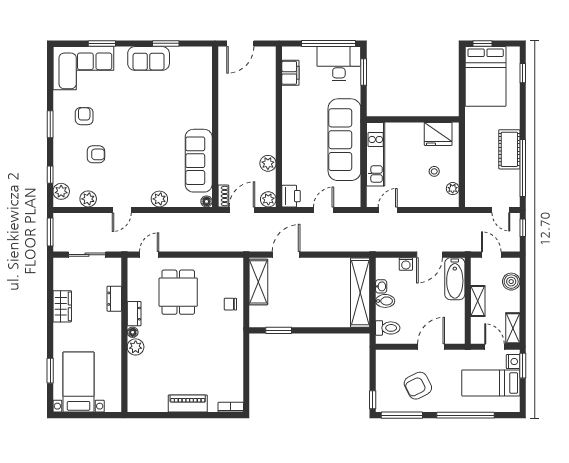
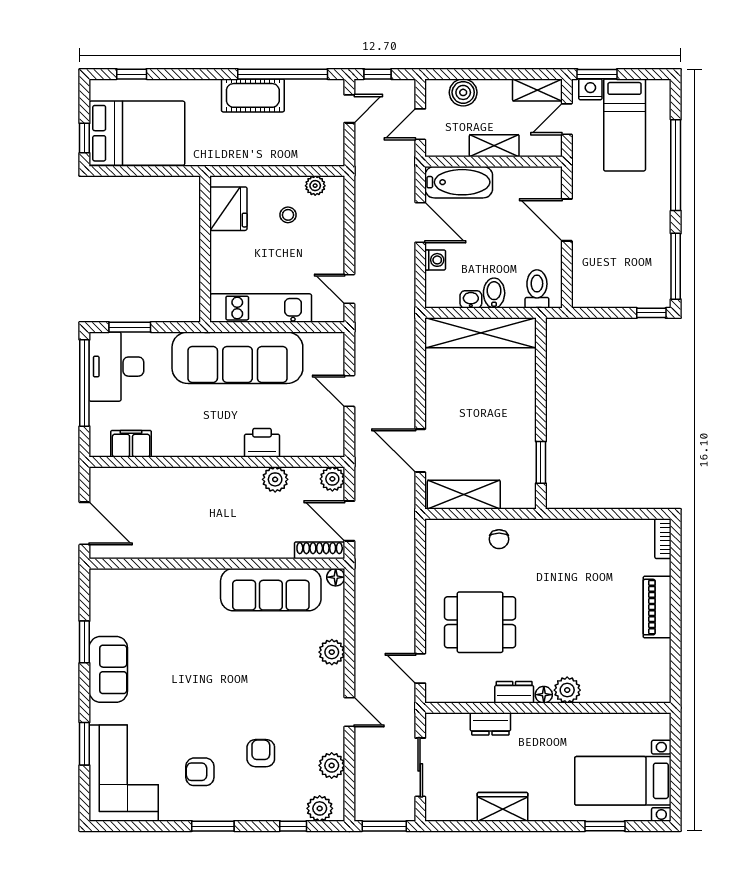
shoe rack: (223, 196) -> (320, 550), width x1.43
printer: (291, 196) -> (262, 443), moved
armchair: (418, 386) -> (629, 241), removed

